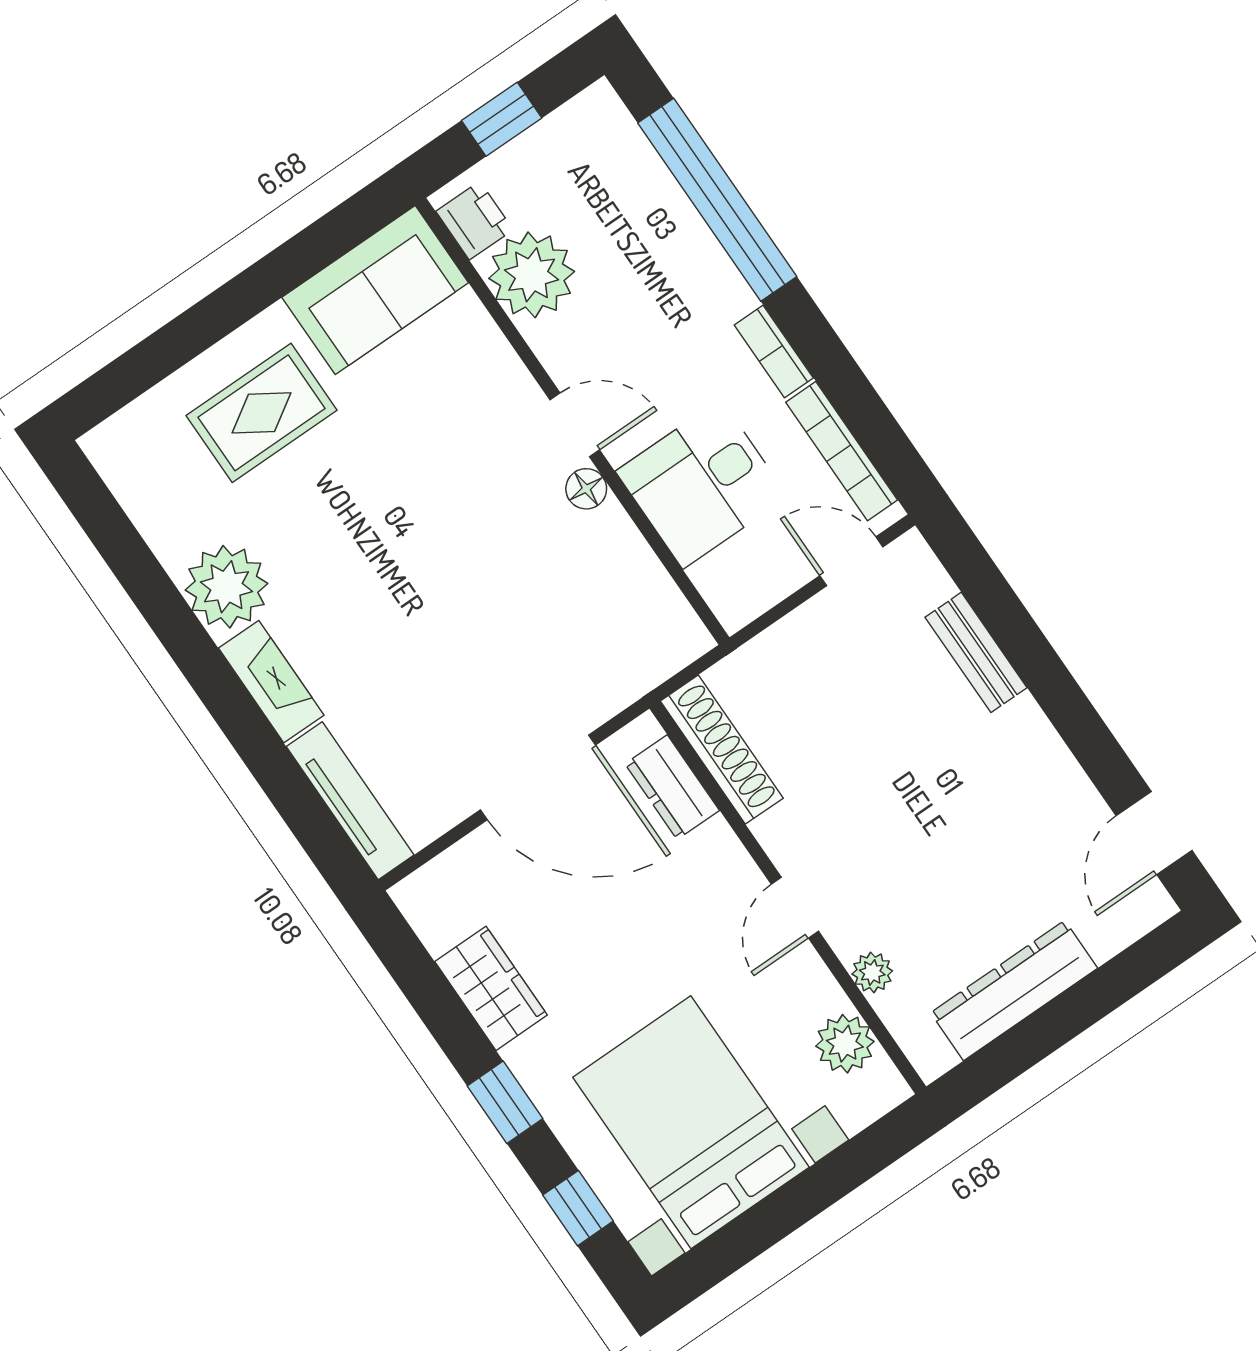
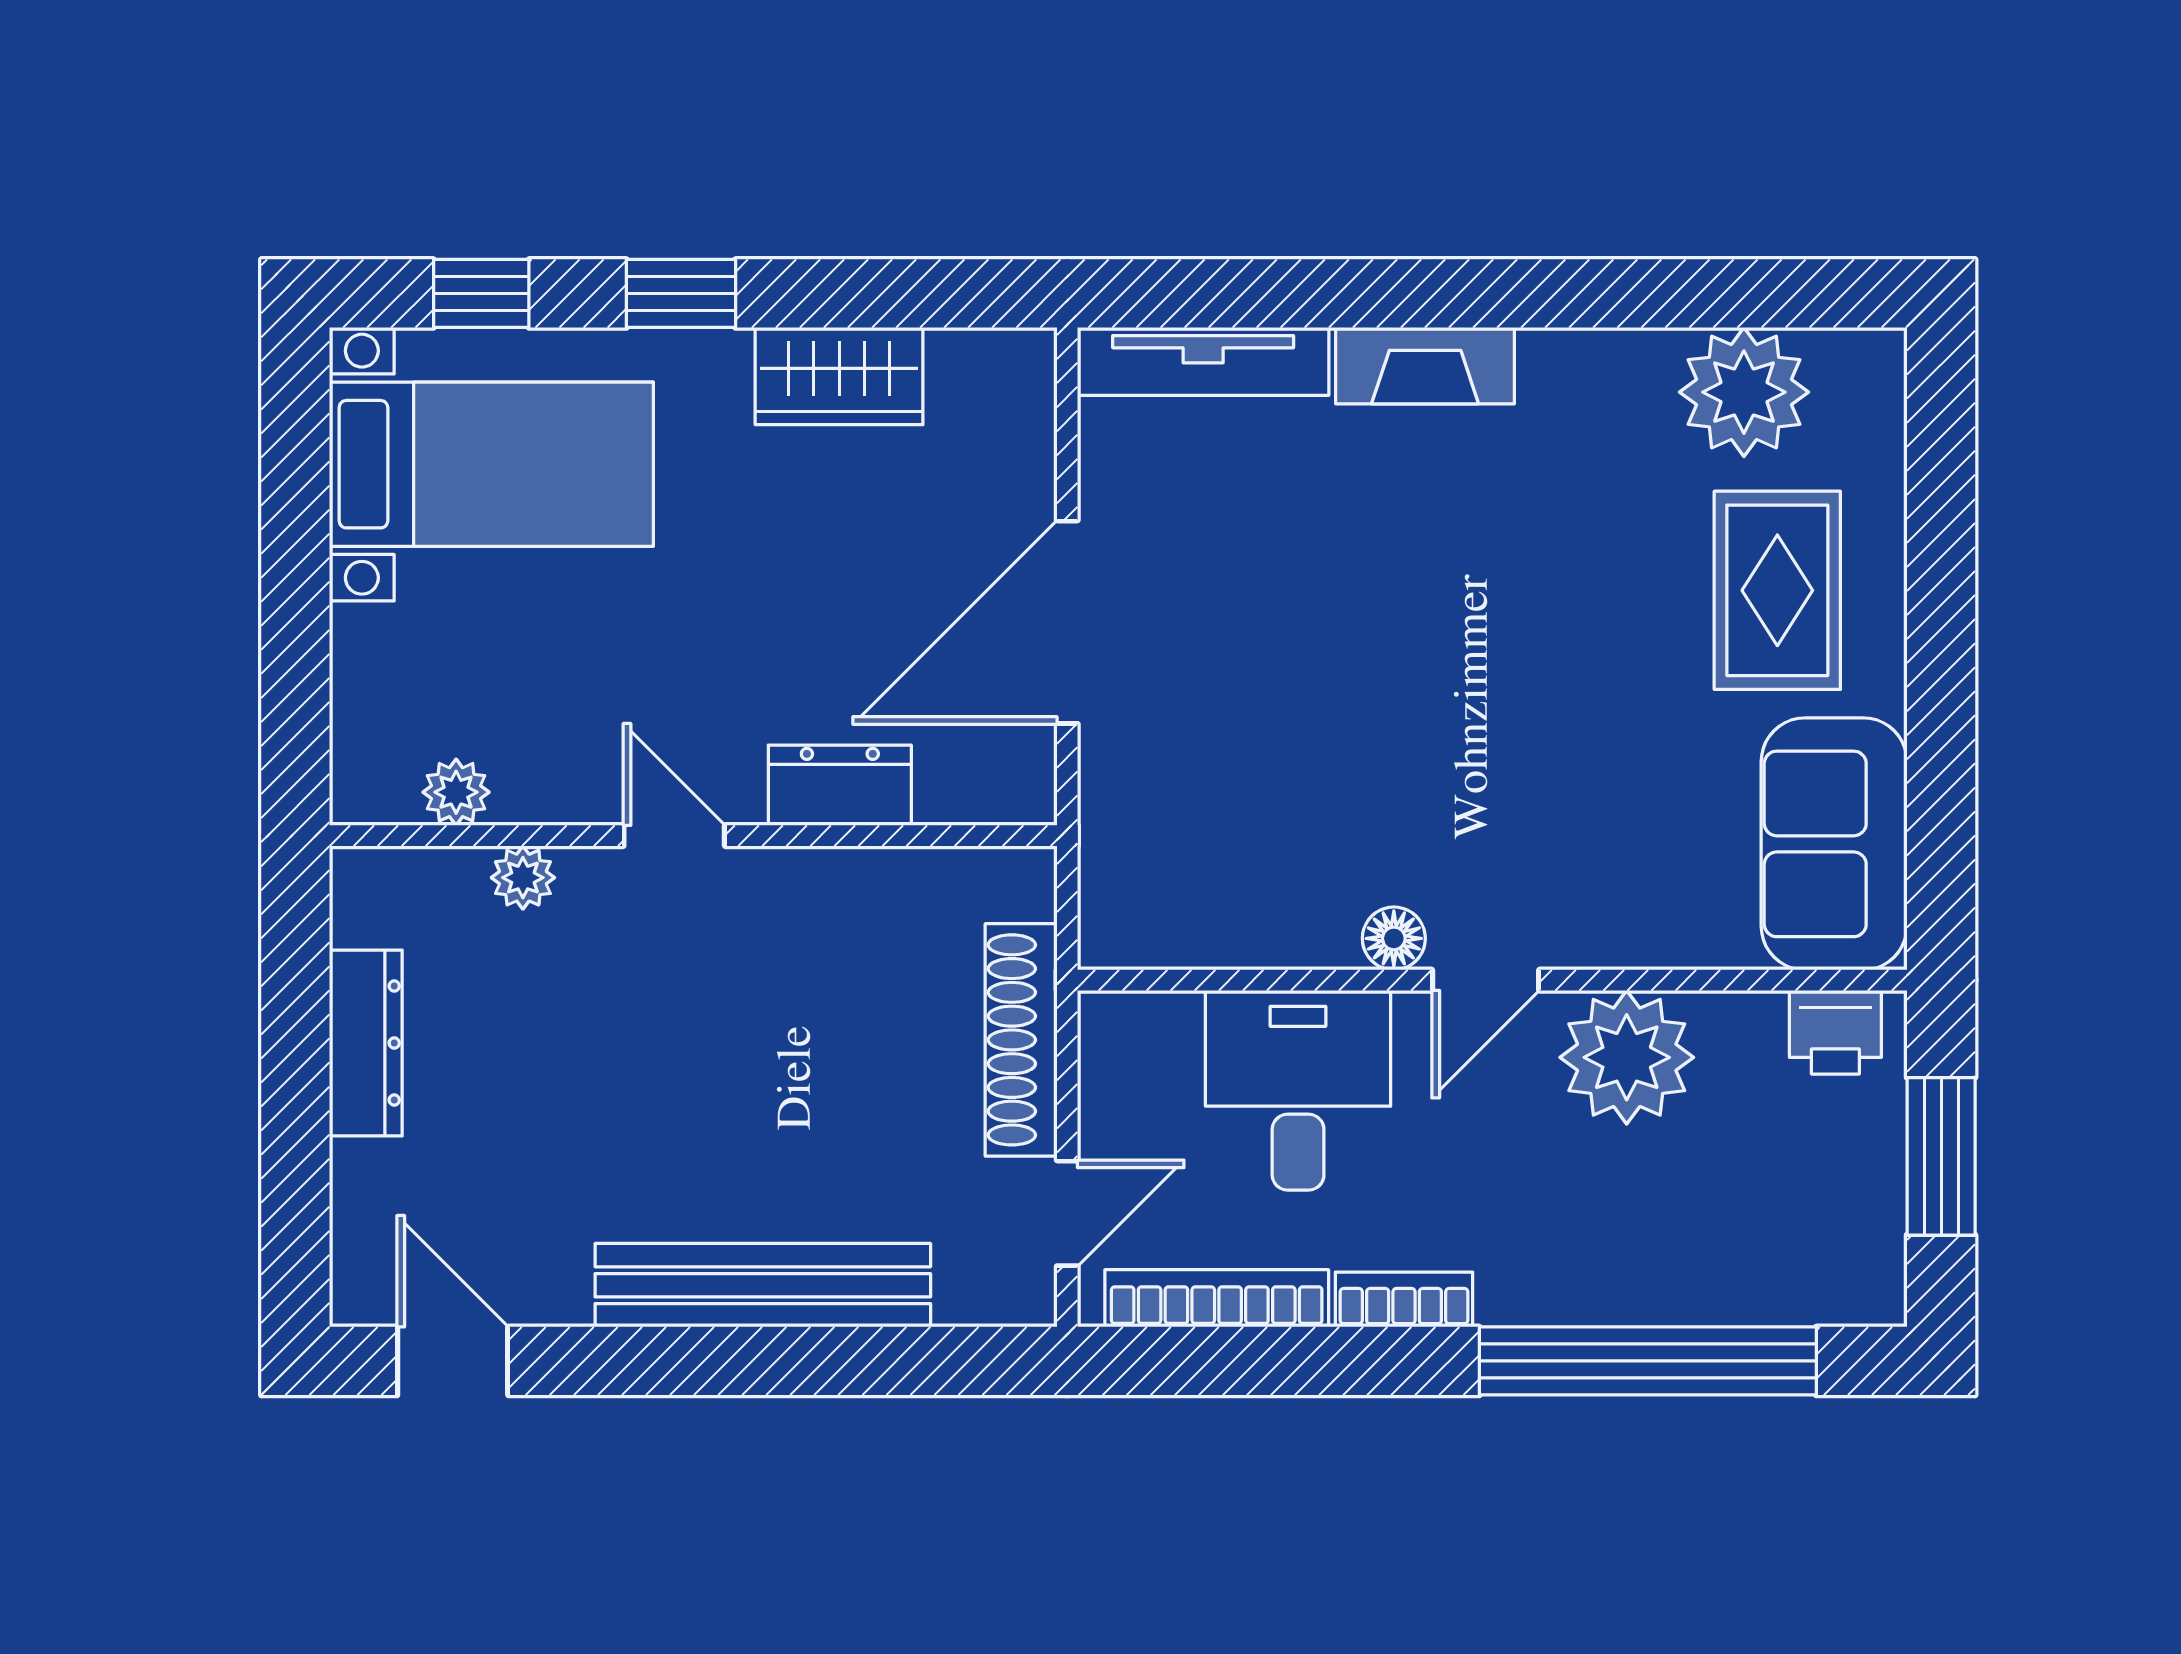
window: (502, 119) -> (1941, 1156), width x1.50
plant: (532, 275) -> (1627, 1057), moved
plant: (226, 587) -> (1744, 392), moved
bench: (976, 652) -> (763, 1285), width x1.86, depth x1.21
shoe rack: (722, 750) -> (1021, 1040), moved, turned 90
dresser: (672, 787) -> (840, 785), moved
dresser: (1014, 991) -> (366, 1043), width x0.73, depth x0.80
plant: (845, 1044) -> (456, 792), width x0.73, depth x0.73
bed with nightstands: (691, 1122) -> (491, 464), width x0.73

